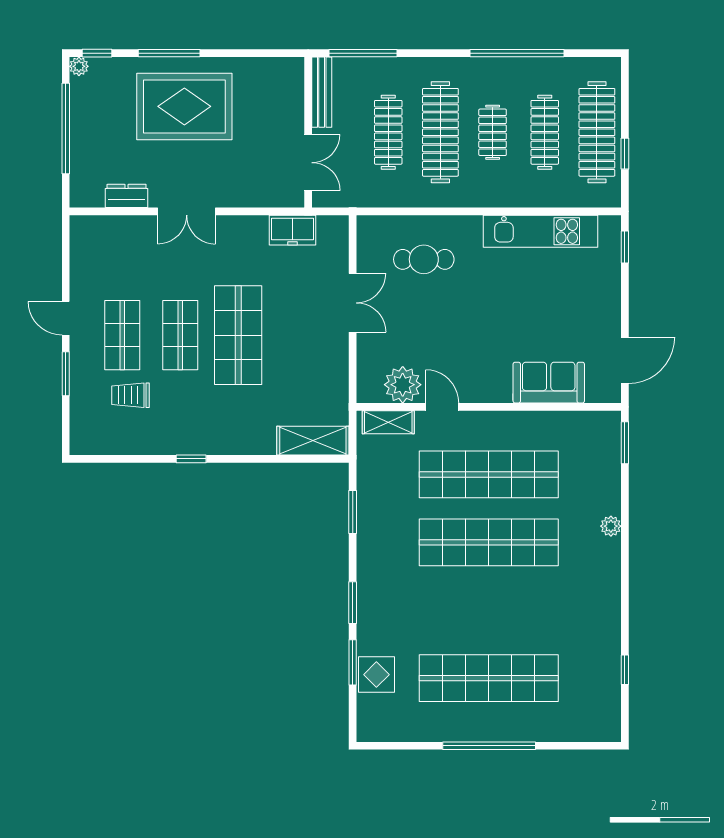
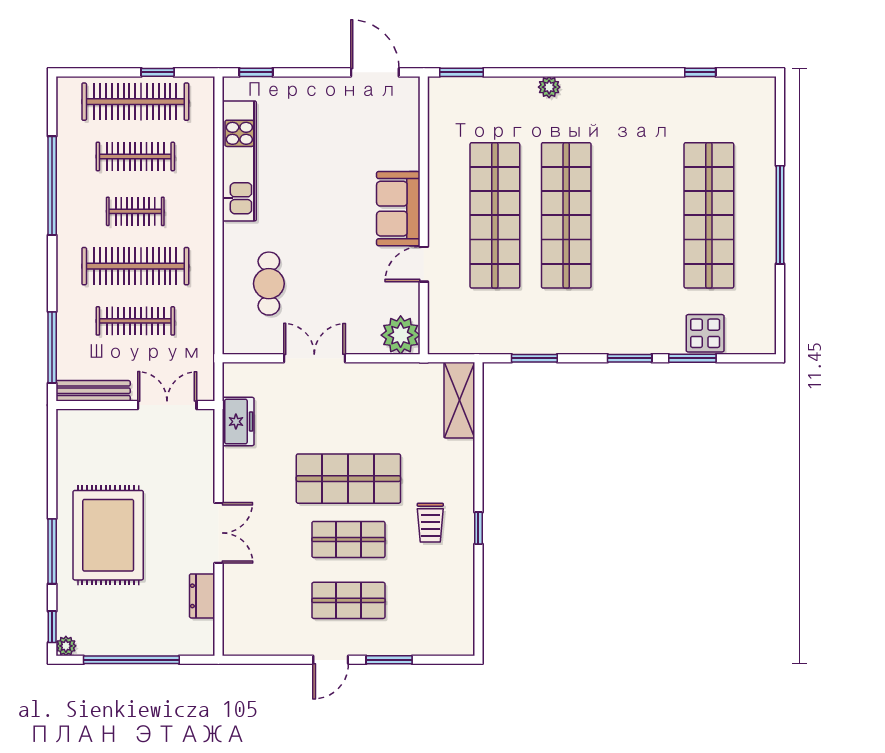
sofa: (549, 383) -> (398, 209), moved
plant: (403, 385) -> (401, 335), moved
trolley: (130, 395) -> (430, 523), moved
shelving: (388, 422) -> (440, 321), removed

